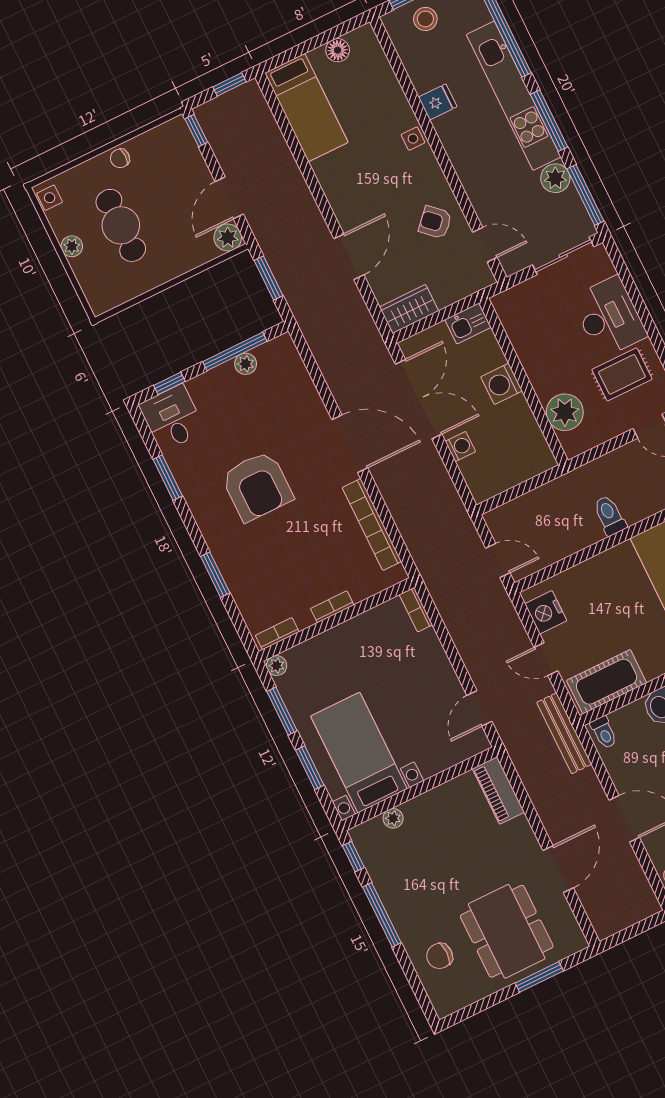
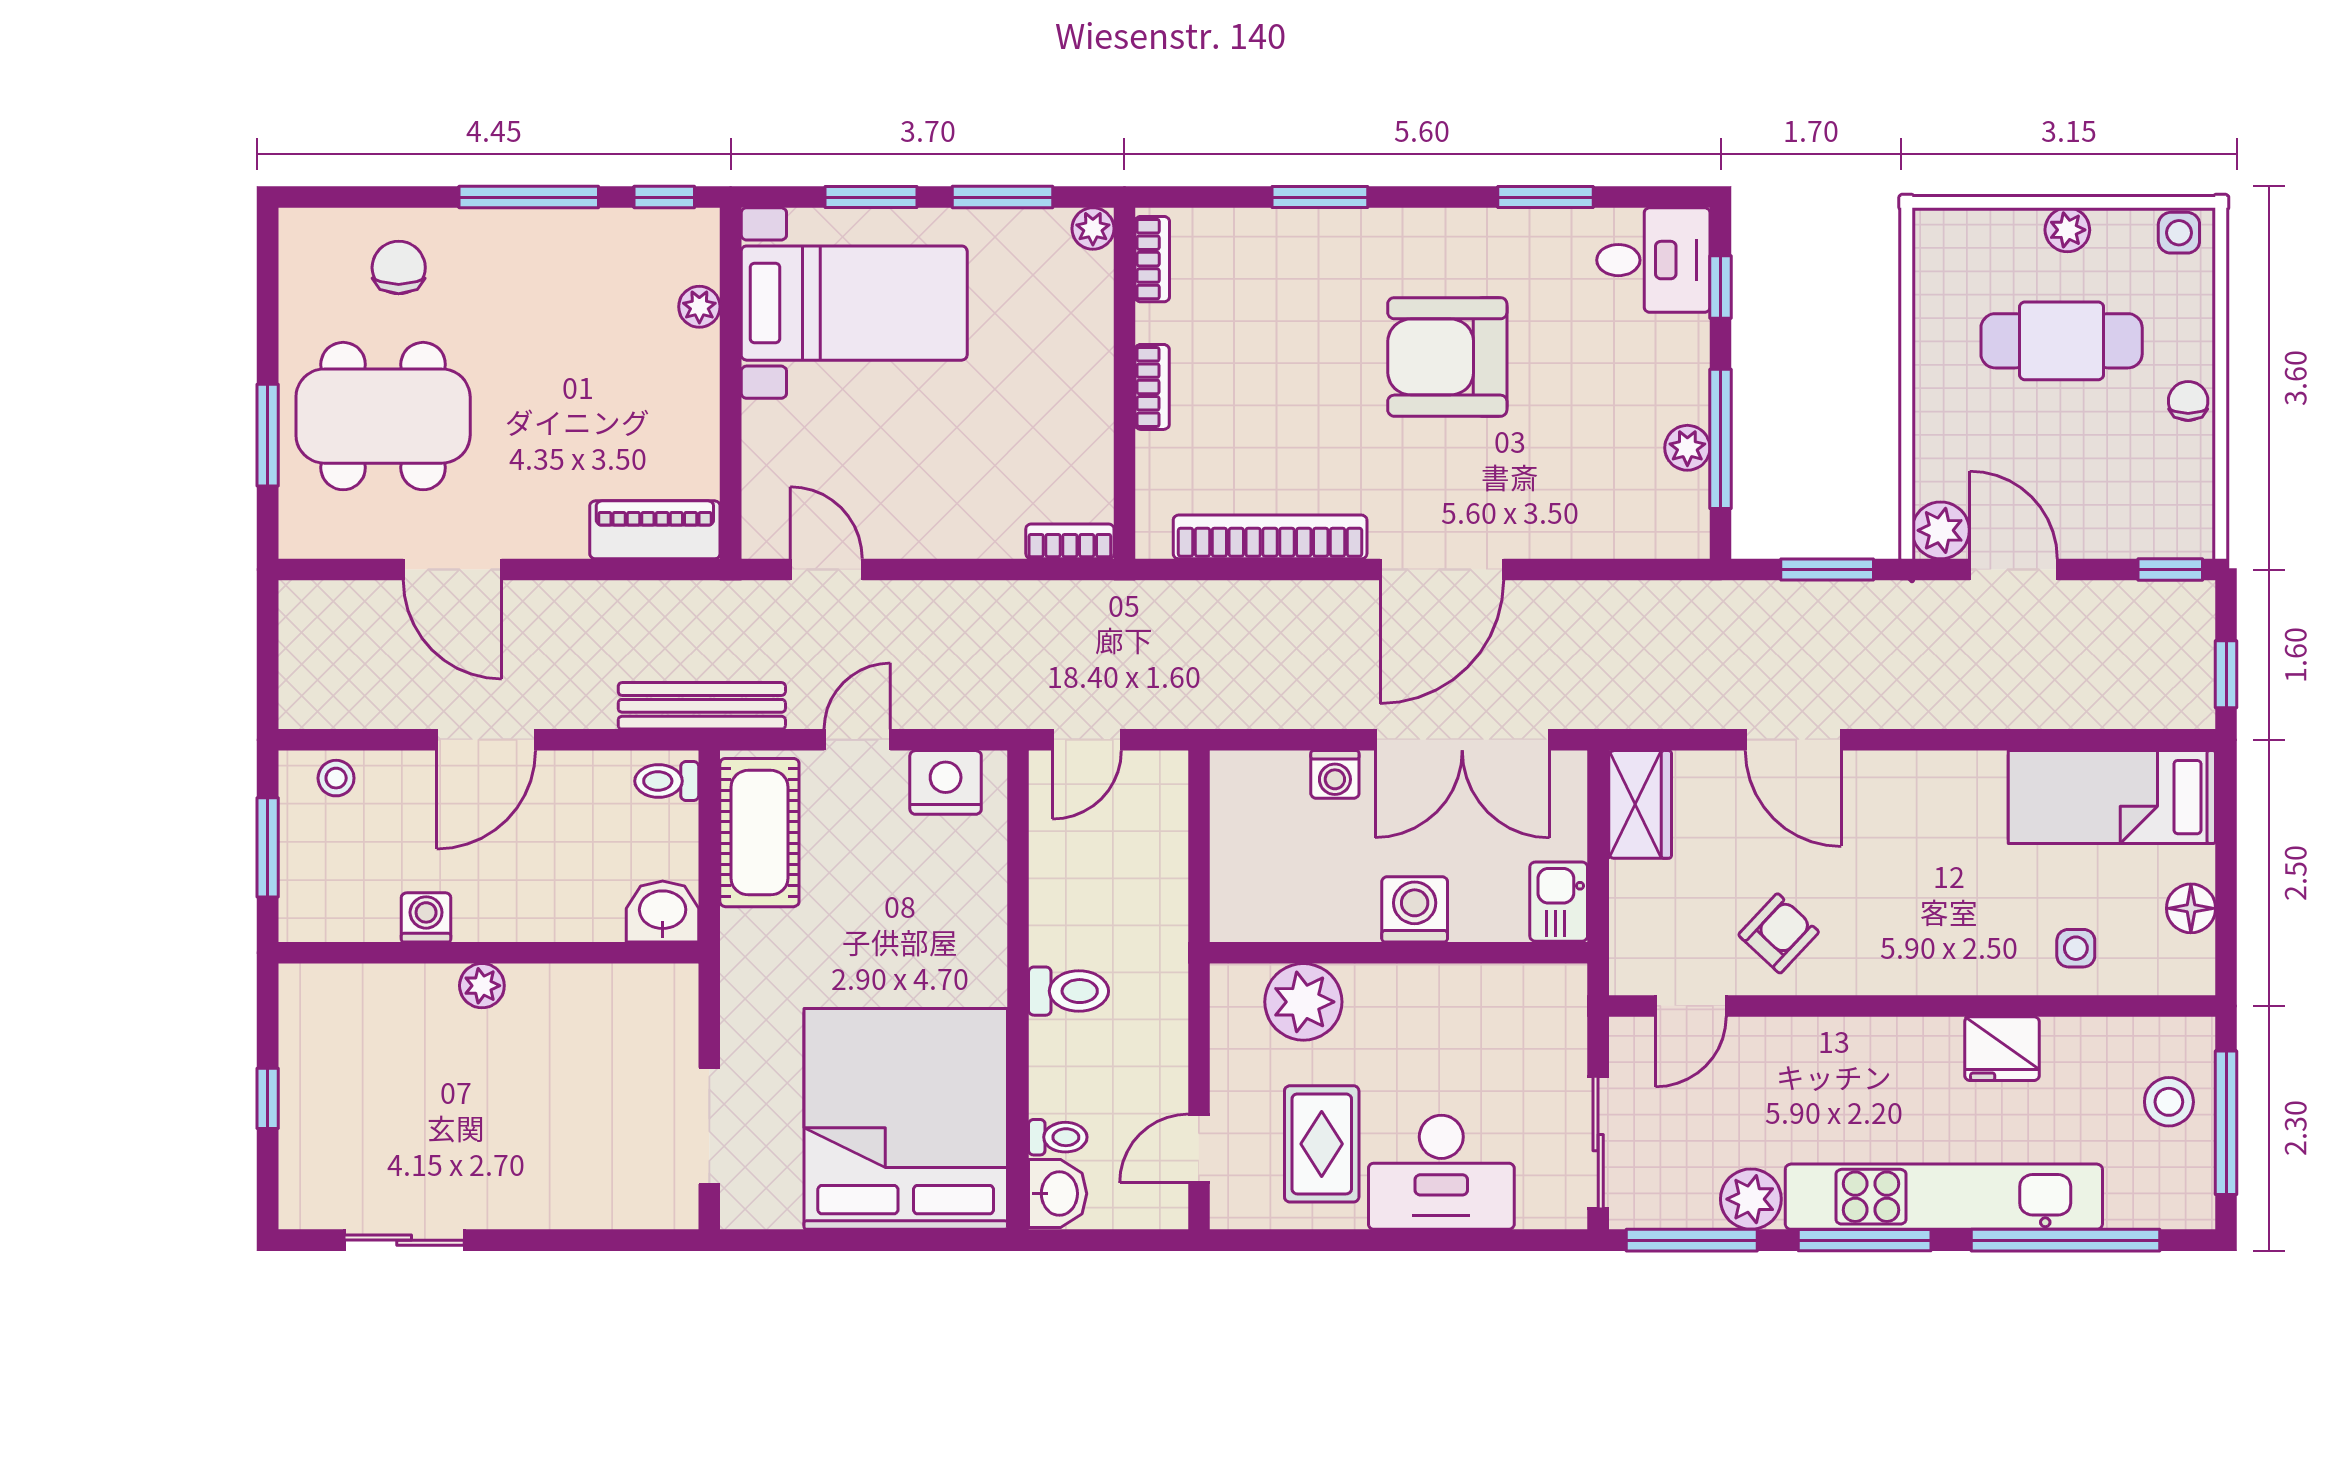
fridge: (438, 102) -> (2002, 1049), width x1.38
side table: (413, 139) -> (2076, 948), moved

